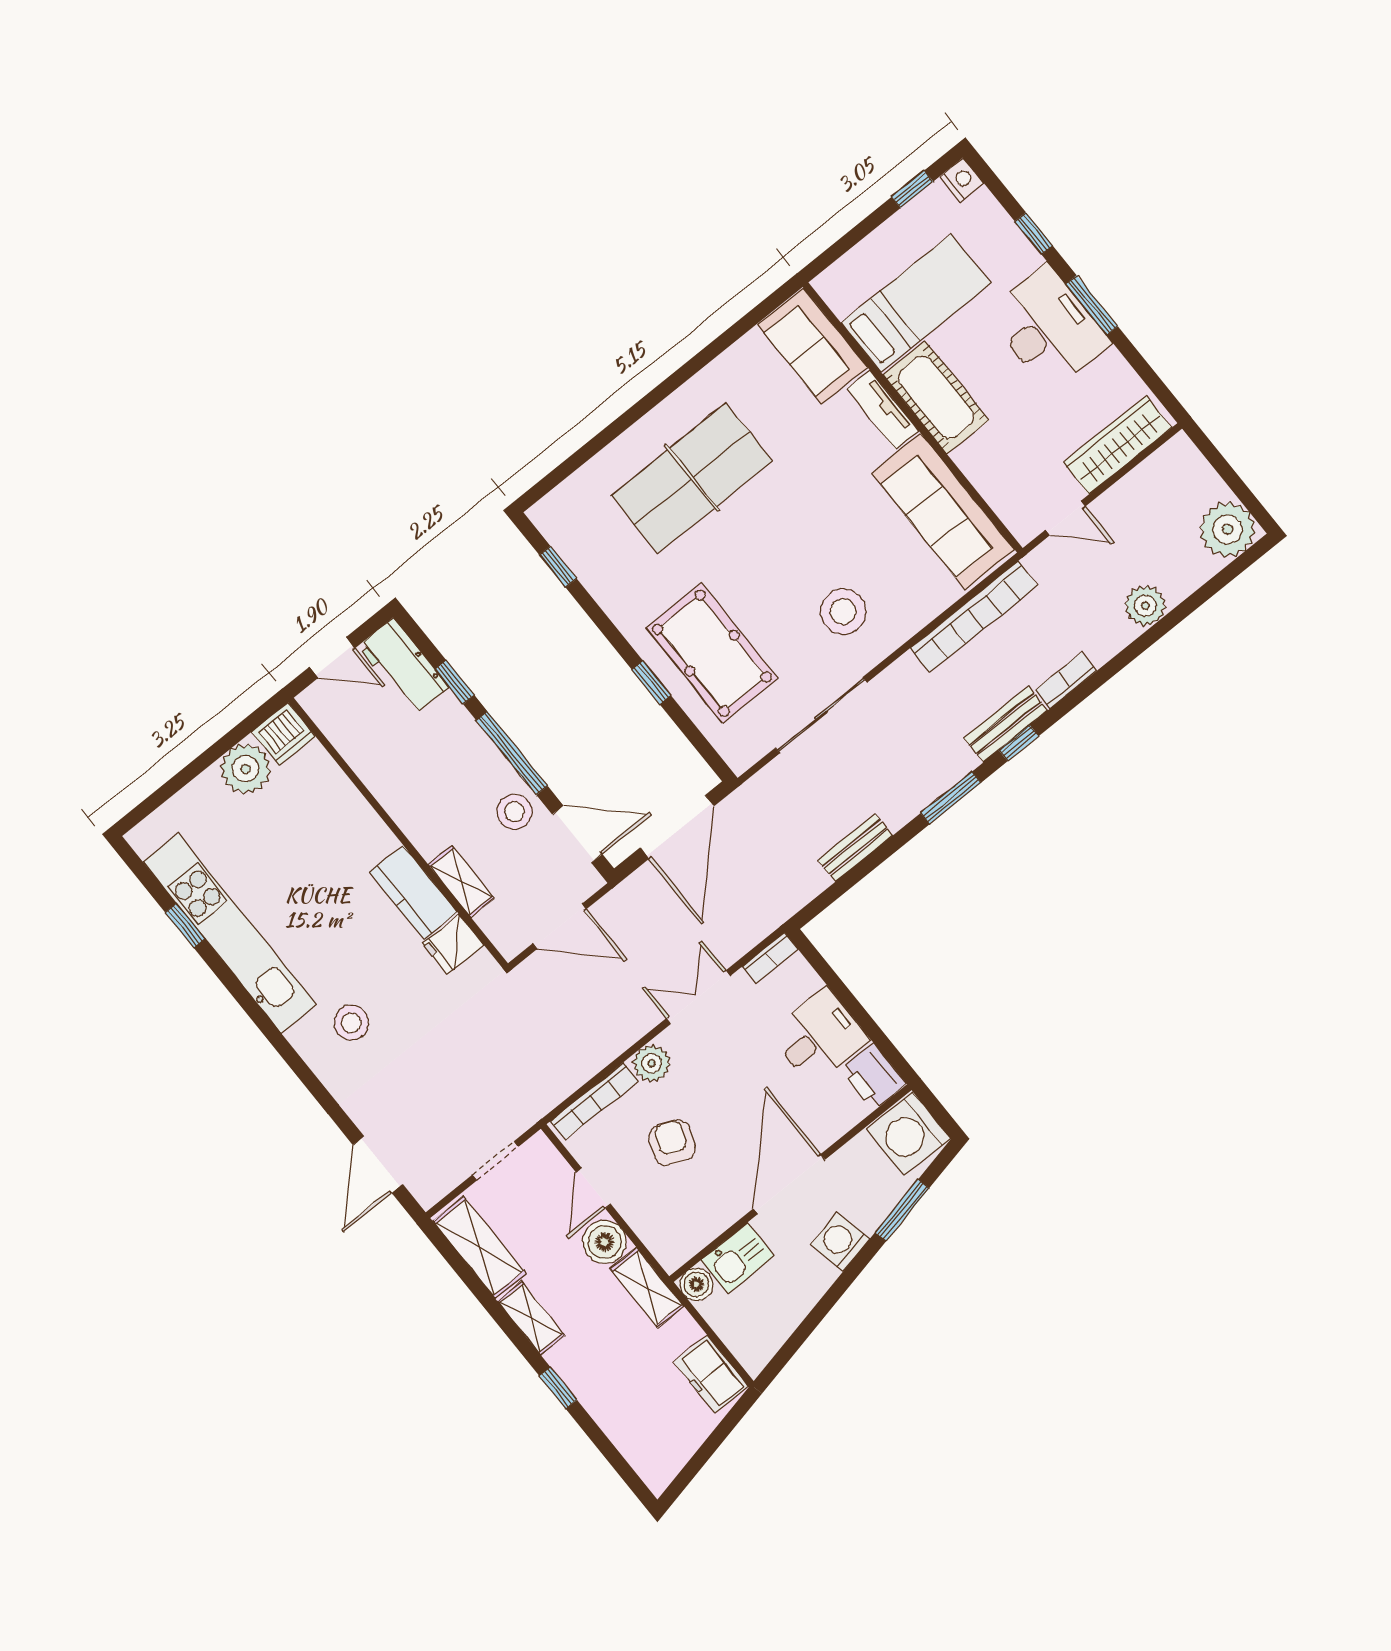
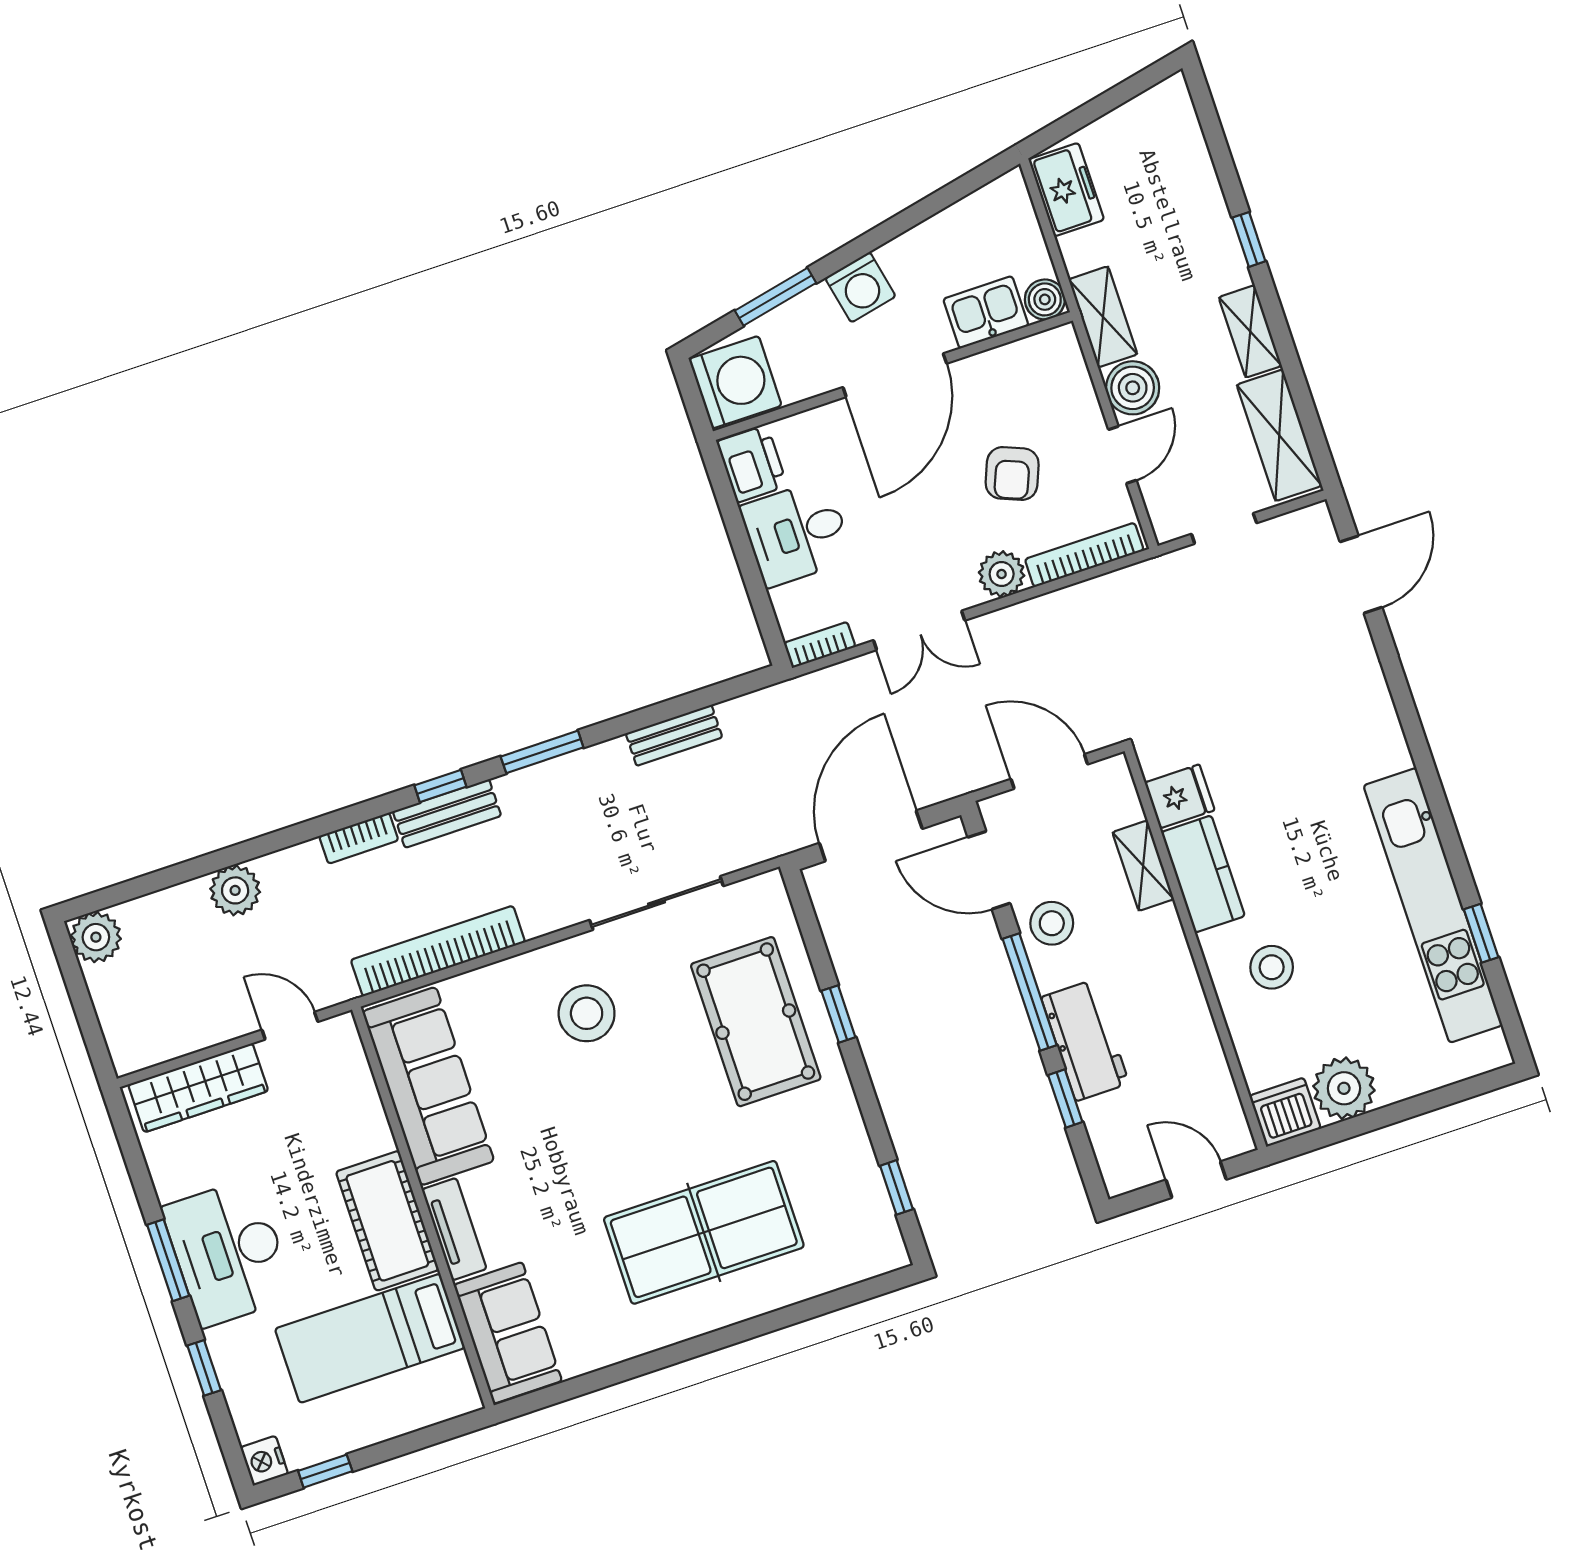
plant: (1228, 530) -> (96, 937), width x0.73, depth x0.73
workbench: (403, 667) -> (1085, 1040), moved
stool: (351, 1023) -> (1272, 967), moved

